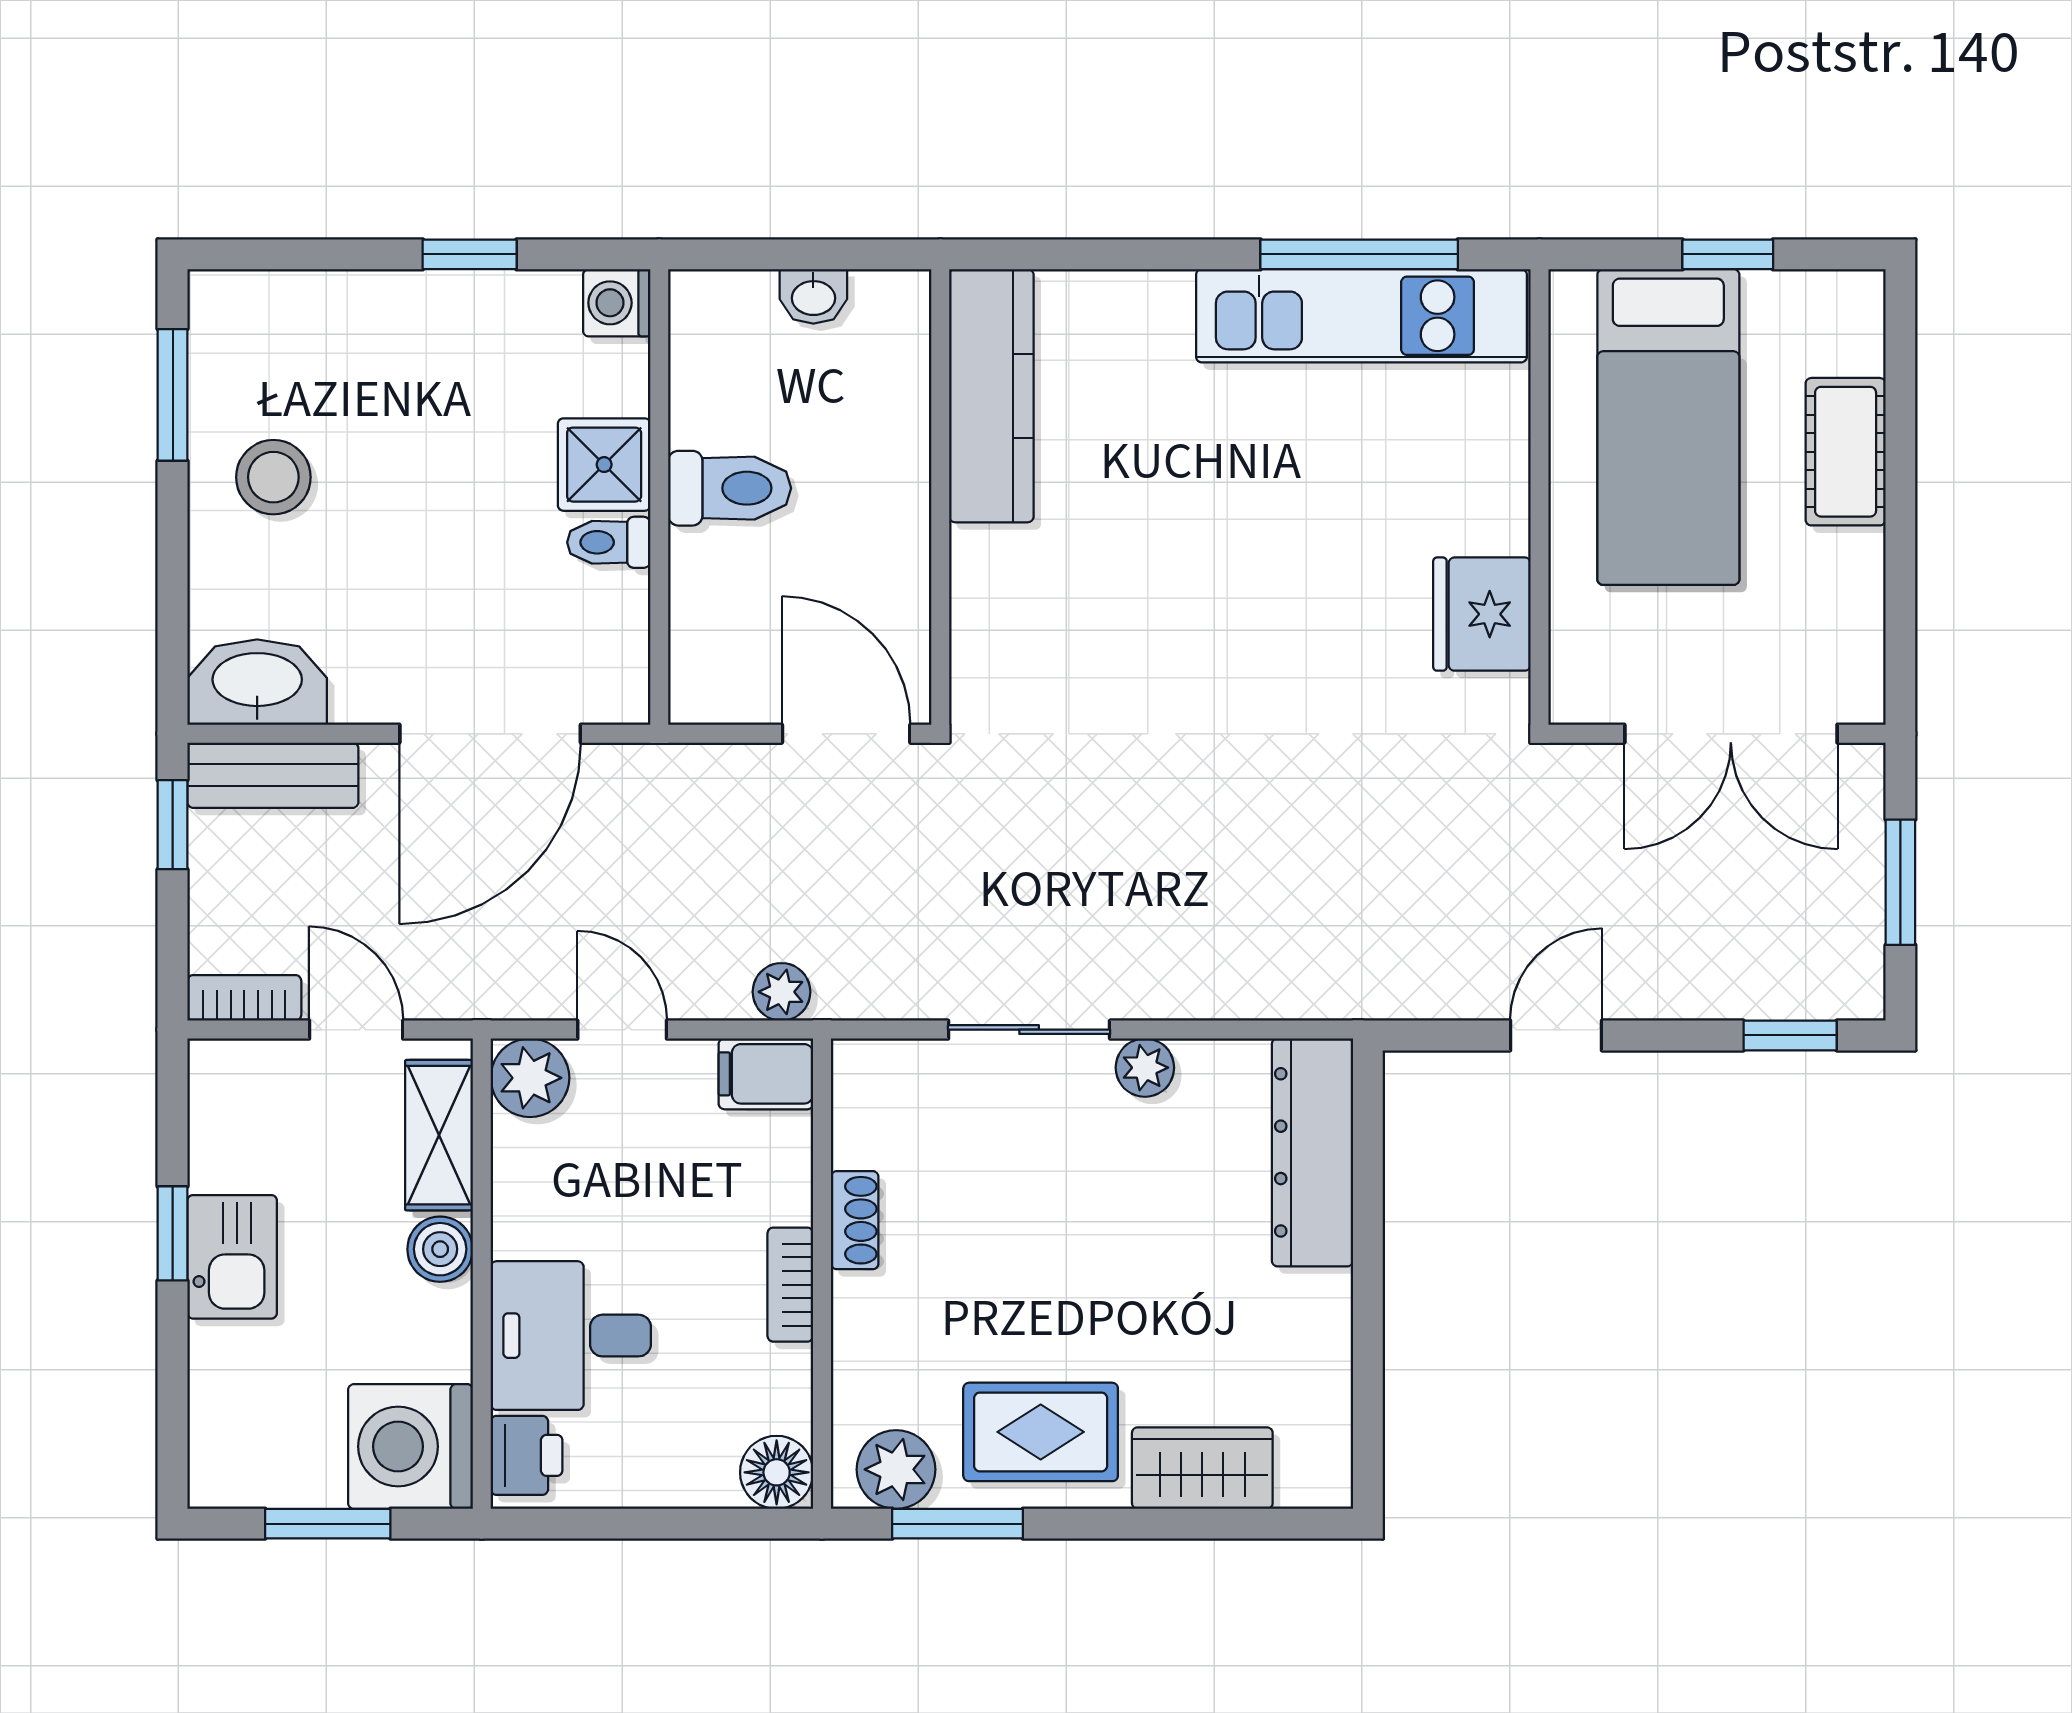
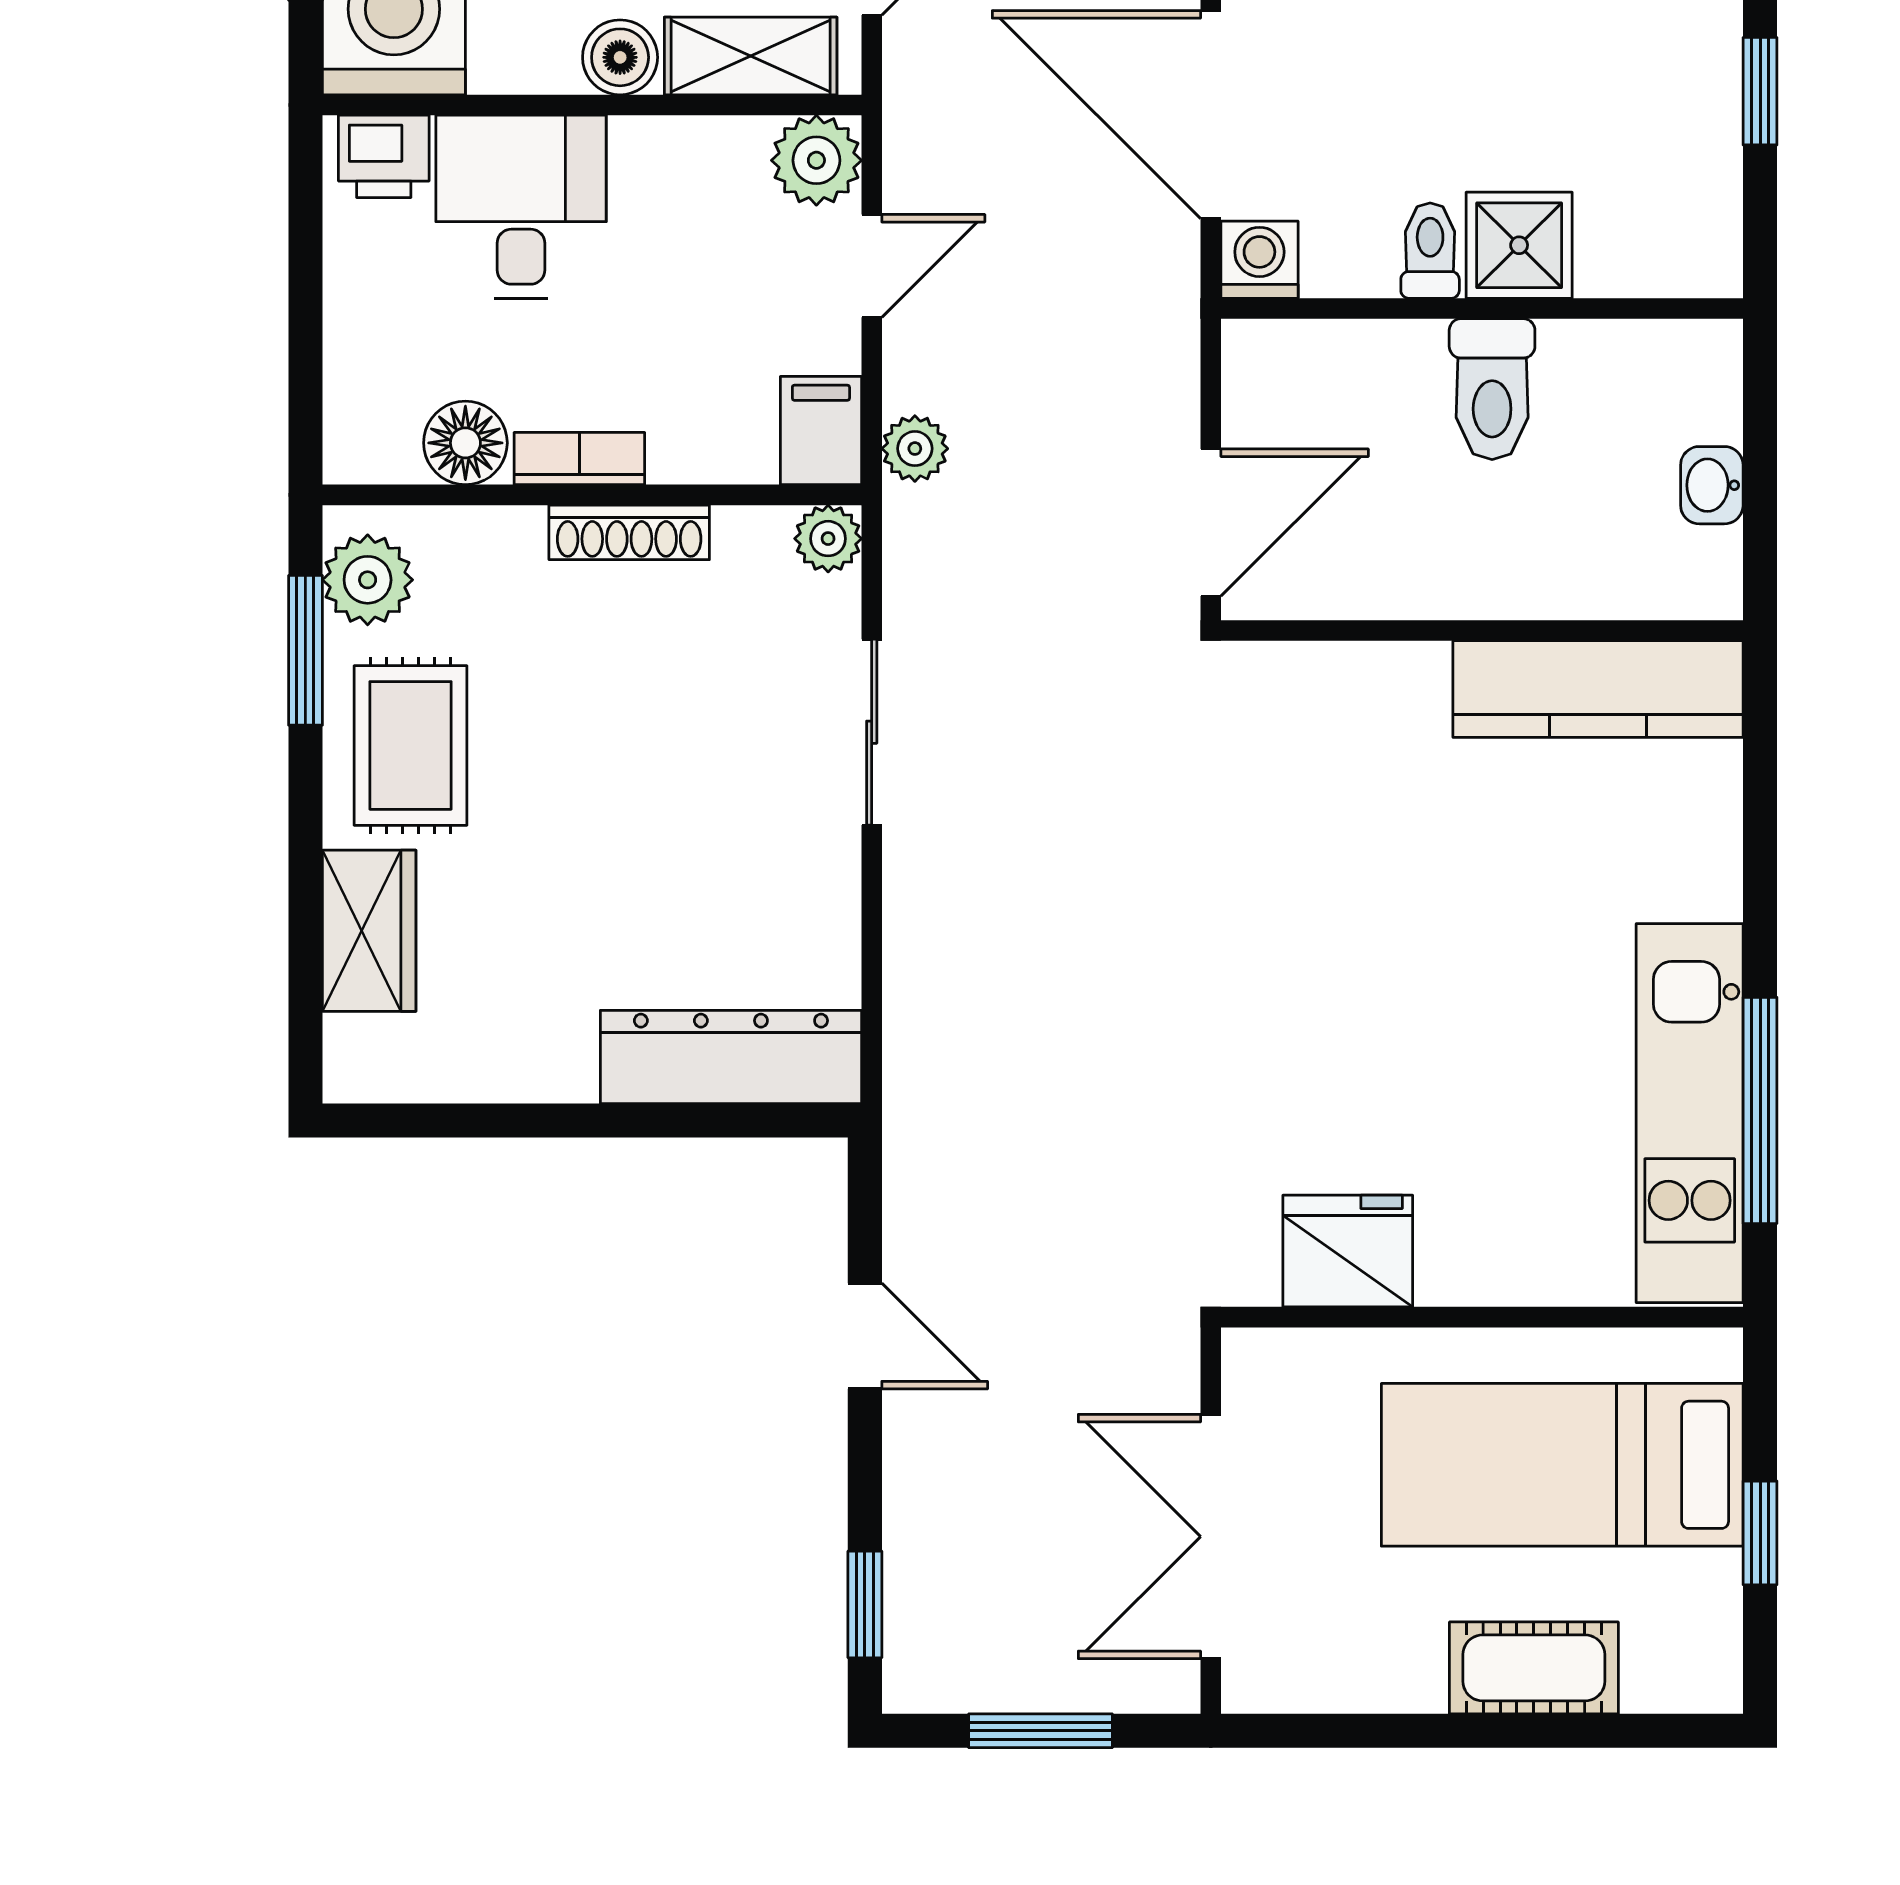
washing machine: (617, 303) -> (1259, 260), moved
plant: (1145, 1068) -> (828, 539), moved
shoe rack: (855, 1220) -> (629, 532), width x1.43
floor lamp: (777, 1472) -> (465, 443), moved

